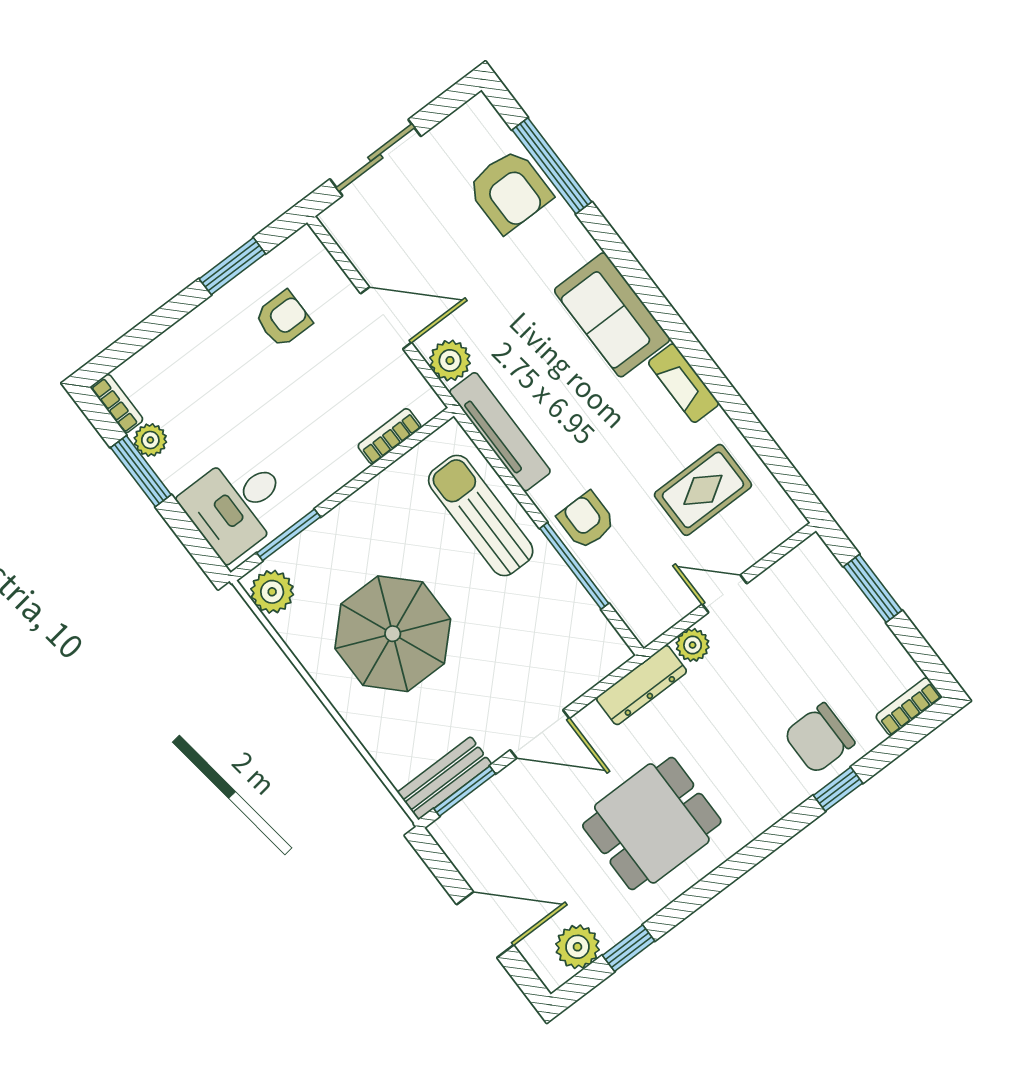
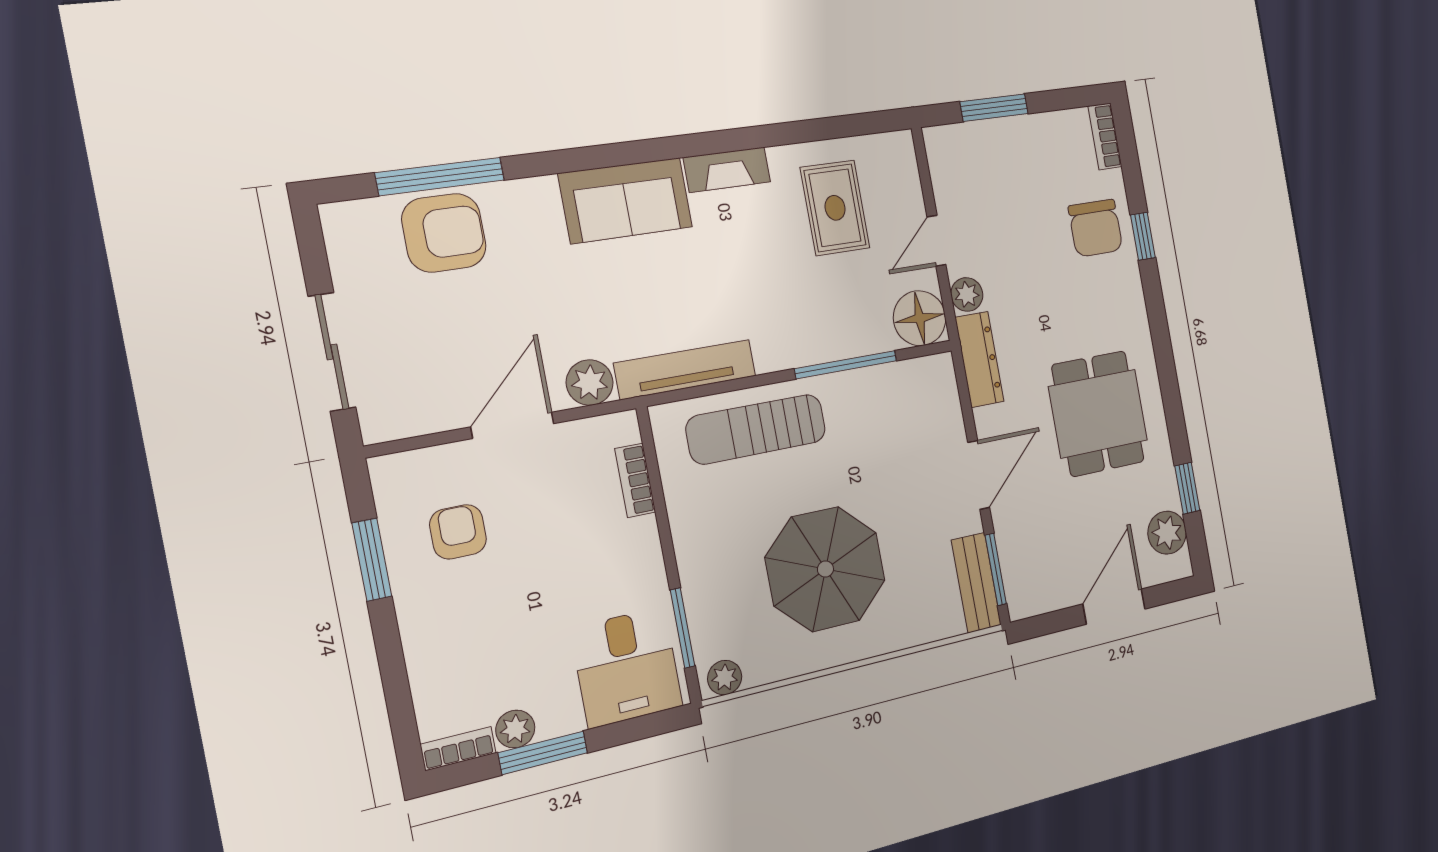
armchair: (586, 520) -> (810, 331), removed
plant: (272, 592) -> (725, 678), width x0.73, depth x0.73
floor lamp: (649, 612) -> (920, 318), added

